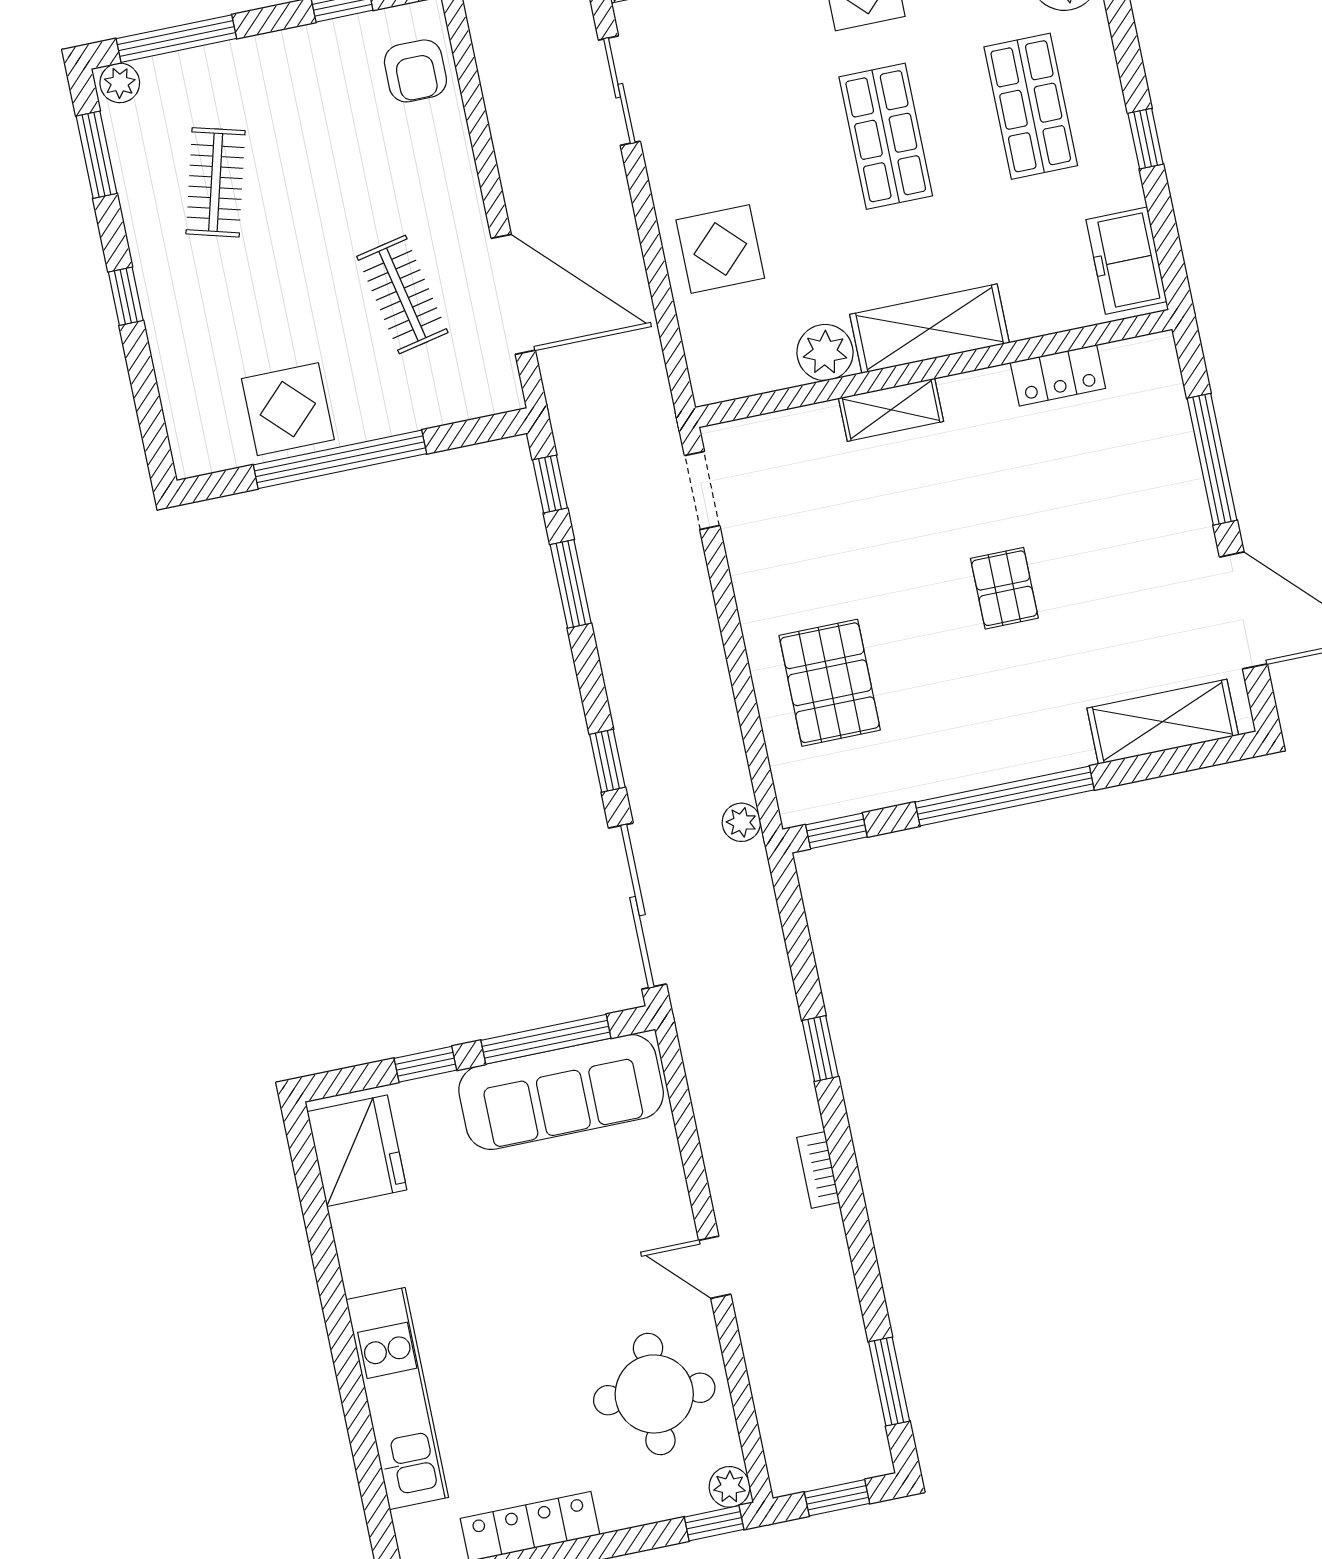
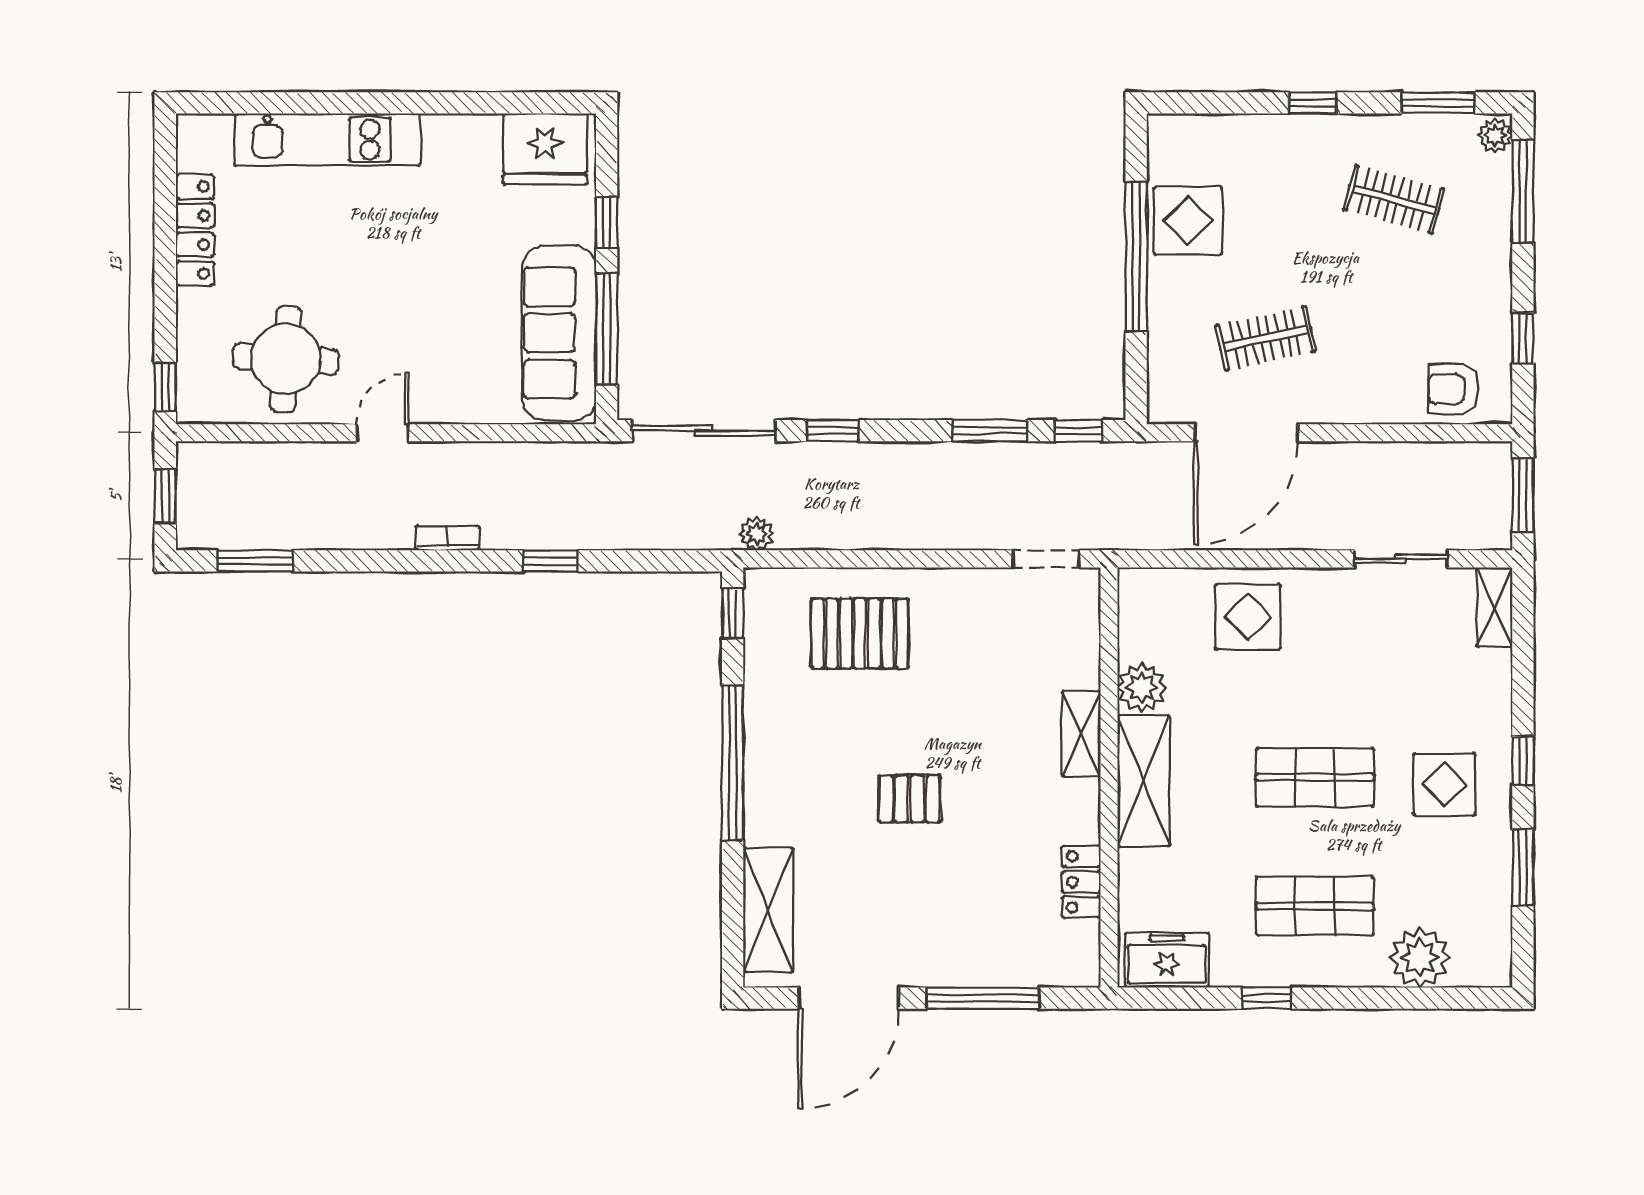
plant: (730, 1487) -> (193, 407), removed

